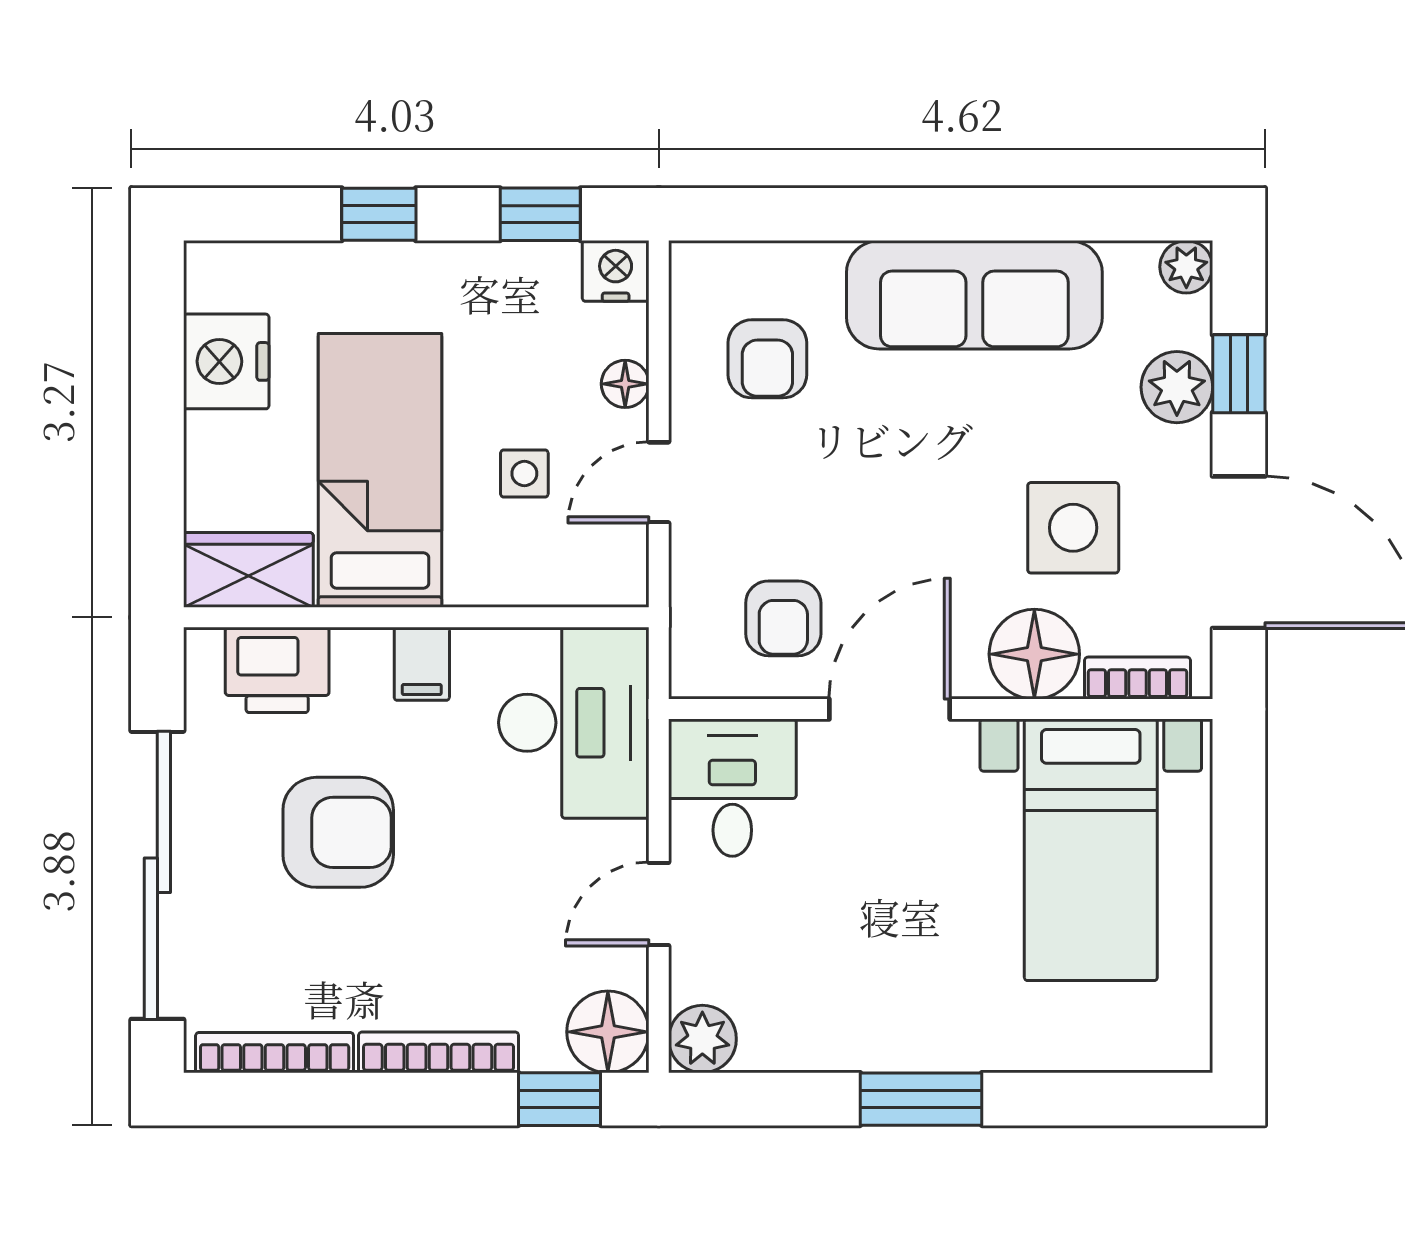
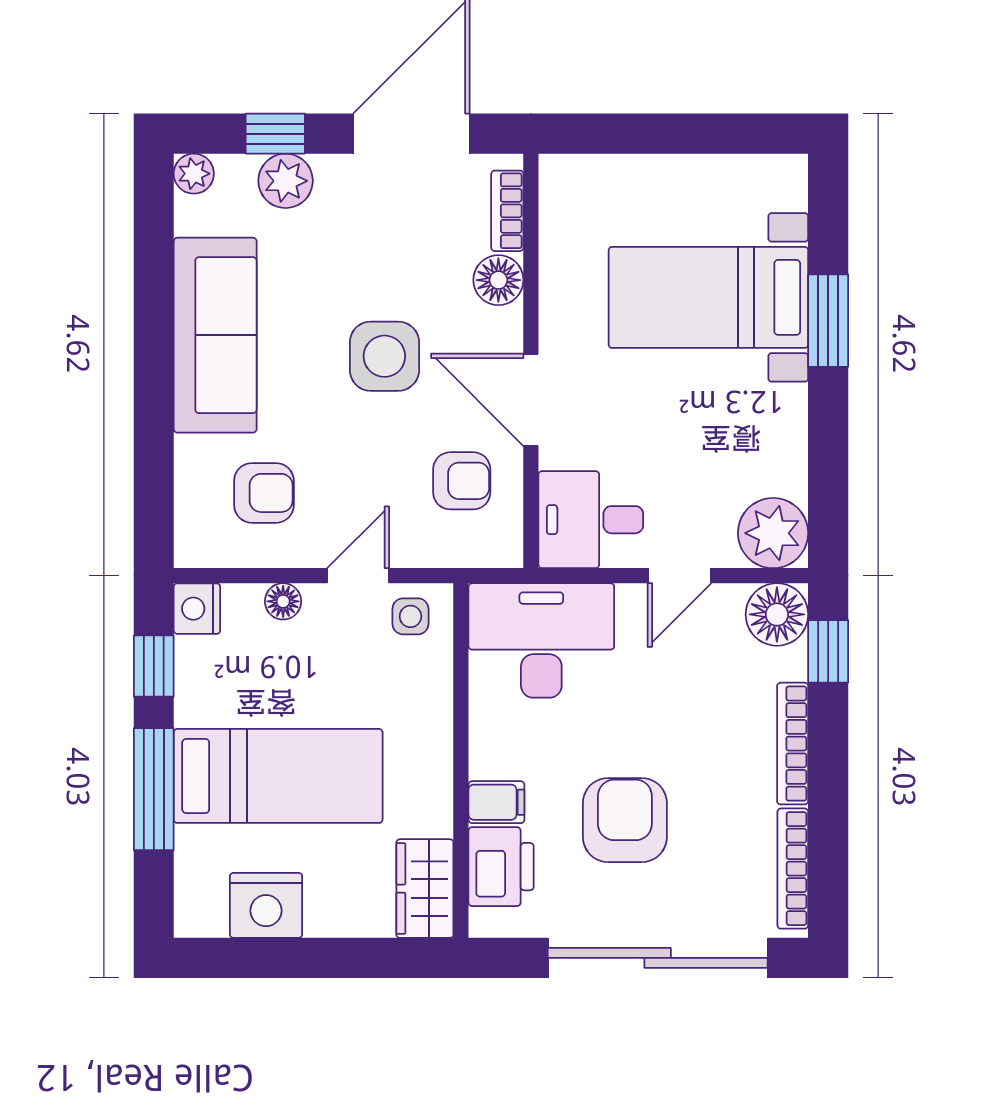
window: (379, 214) -> (154, 789), width x2.17
bed: (380, 470) -> (278, 776), moved, turned 180
side table: (524, 473) -> (410, 616), moved
door: (659, 482) -> (358, 576), swing flipped
side table: (1073, 528) -> (384, 356), moved
floor lamp: (1034, 654) -> (498, 280), width x0.73, depth x0.73
filing cabinet: (422, 664) -> (496, 802), moved
bed with nightstands: (1091, 850) -> (708, 297), moved, turned 180
door: (659, 904) -> (679, 576), hinge flipped
plant: (702, 1039) -> (773, 533), width x1.36, depth x1.36
window: (921, 1099) -> (828, 321), moved

